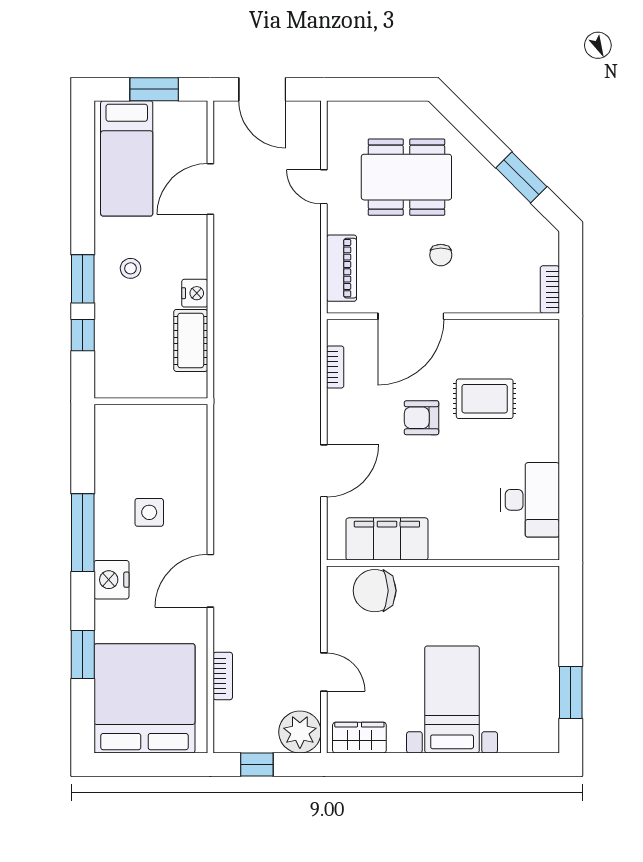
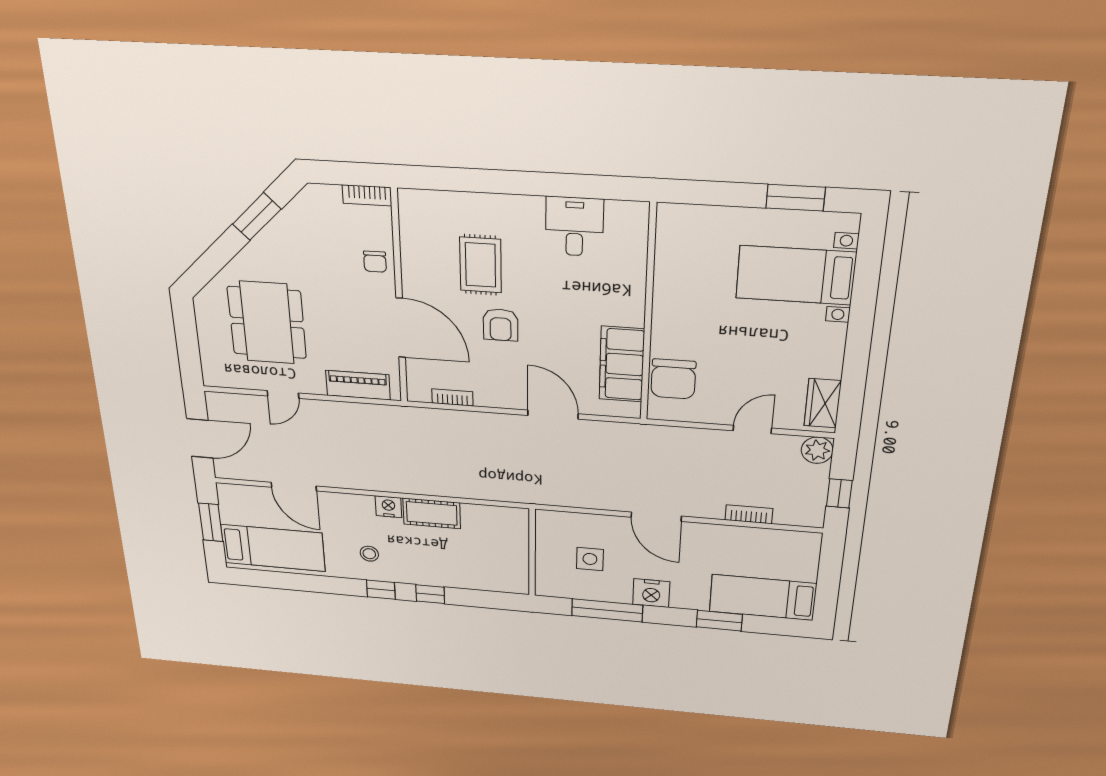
chair: (441, 255) -> (375, 262), moved, turned 90
window: (83, 279) -> (381, 590), width x0.67
wall: (151, 401) -> (532, 553), moved
desk: (530, 500) -> (574, 227), width x0.73
bed: (144, 698) -> (763, 597), width x0.49
bed with nightstands: (452, 699) -> (796, 275), moved
plant: (300, 732) -> (817, 450), width x0.73, depth x0.73

